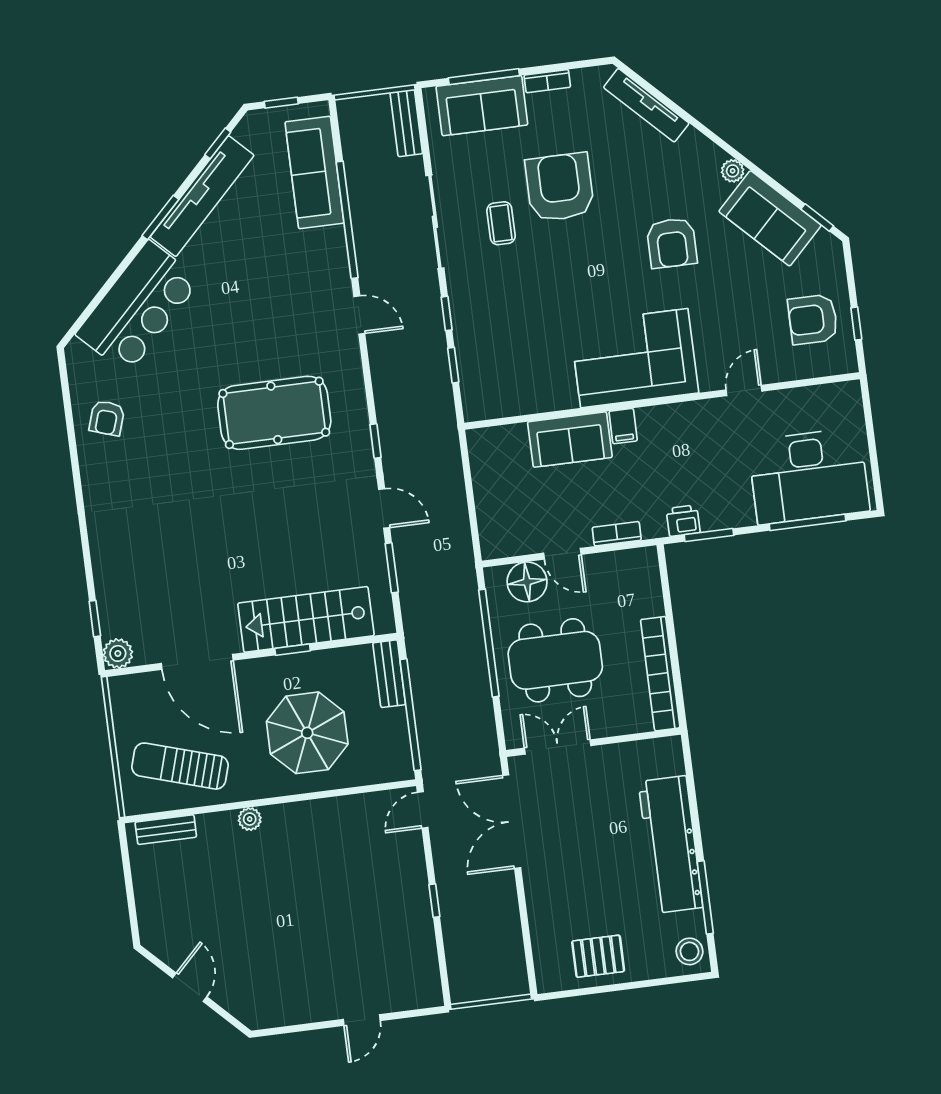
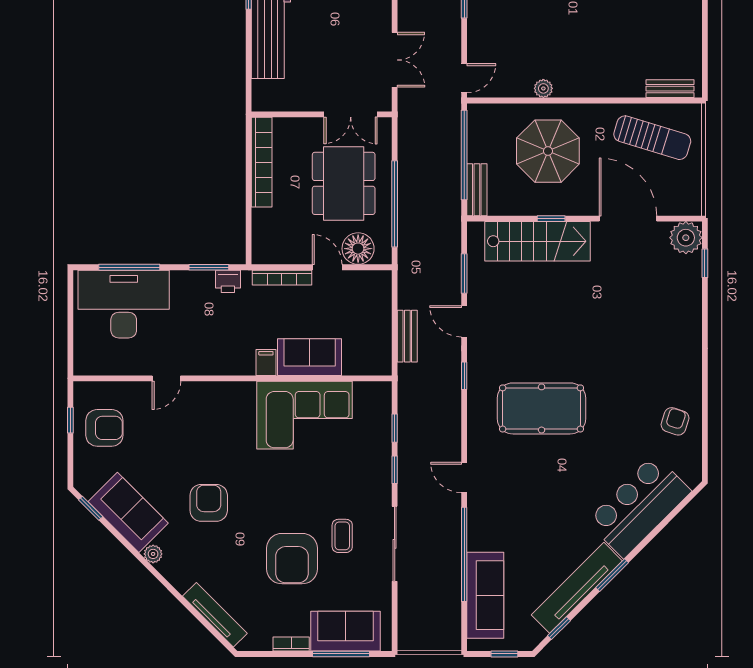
bench: (406, 123) -> (407, 336), moved
corner sofa: (634, 358) -> (304, 415), moved
bookcase: (617, 534) -> (282, 278), width x1.56
plant: (118, 653) -> (686, 238), width x1.36, depth x1.36
dining table: (555, 660) -> (344, 183), turned 90
plant: (250, 819) -> (543, 88), moved
double door: (512, 822) -> (395, 60), width x0.73

